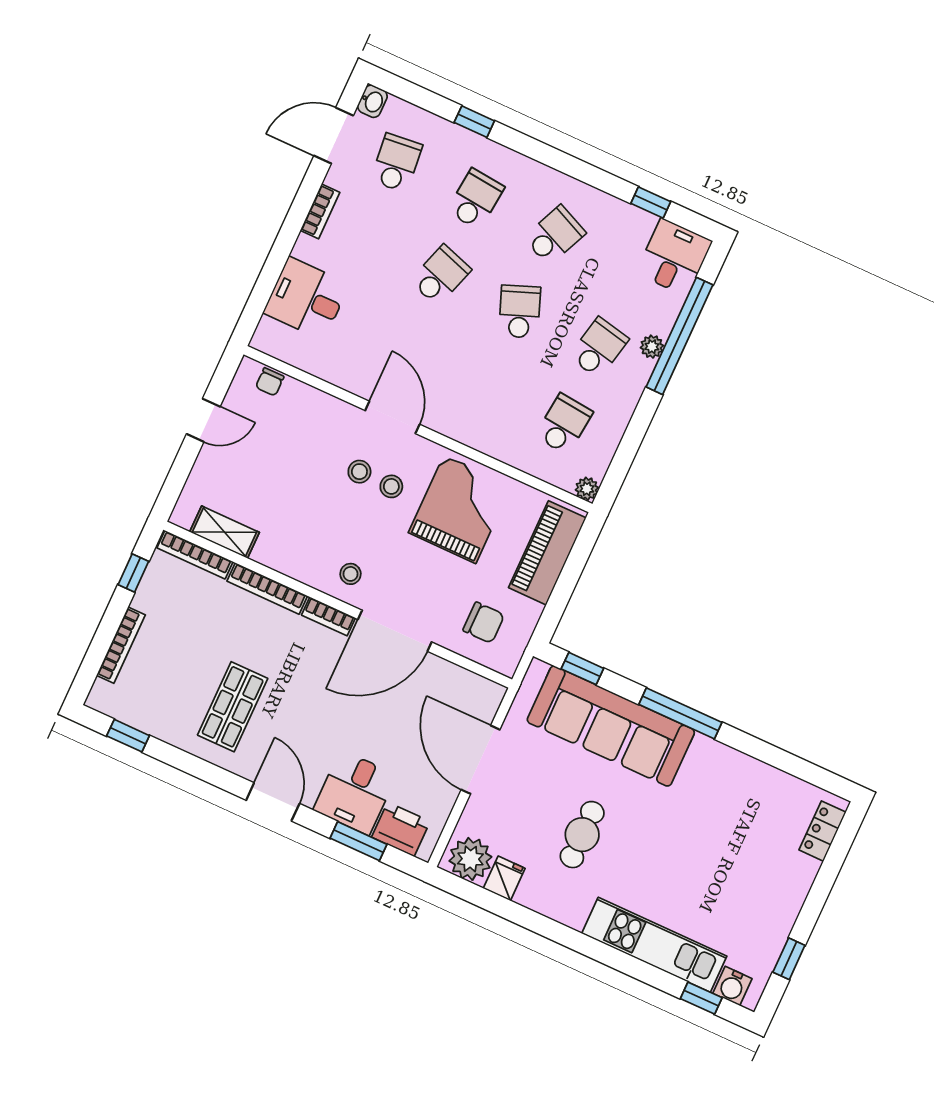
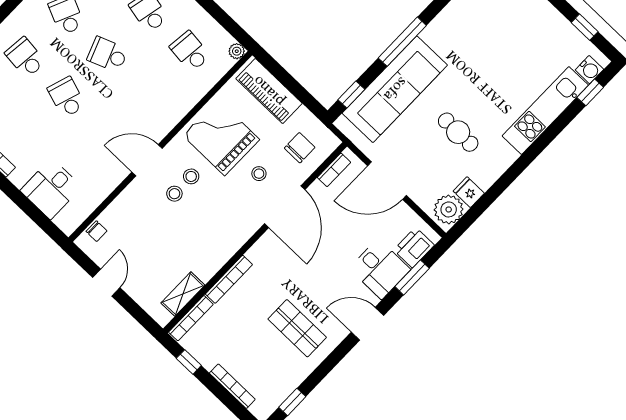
stool: (351, 574) -> (259, 174), moved
bookcase: (329, 616) -> (334, 170), moved

